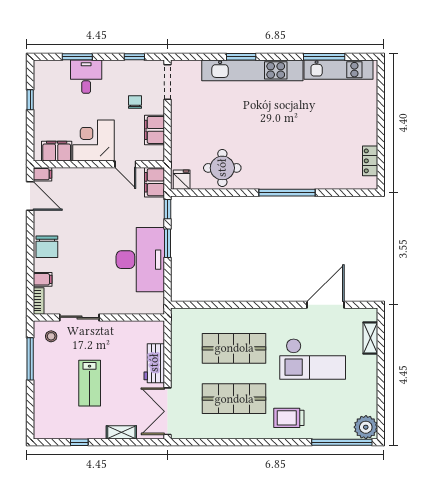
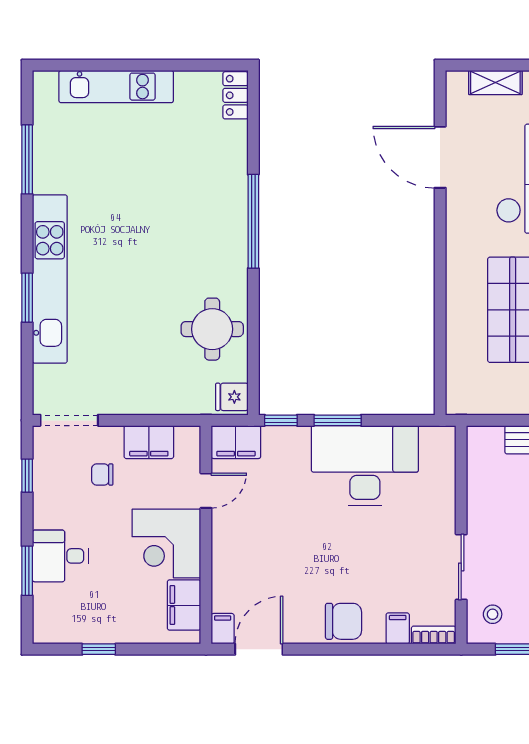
kitchen unit: (339, 70) -> (116, 87), moved, turned 90
locker: (370, 161) -> (235, 95), moved, turned 90

